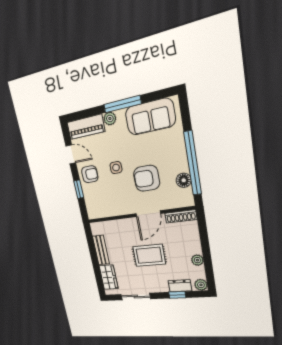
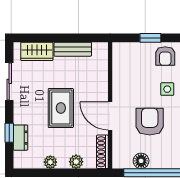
plant: (201, 285) -> (76, 162), moved

